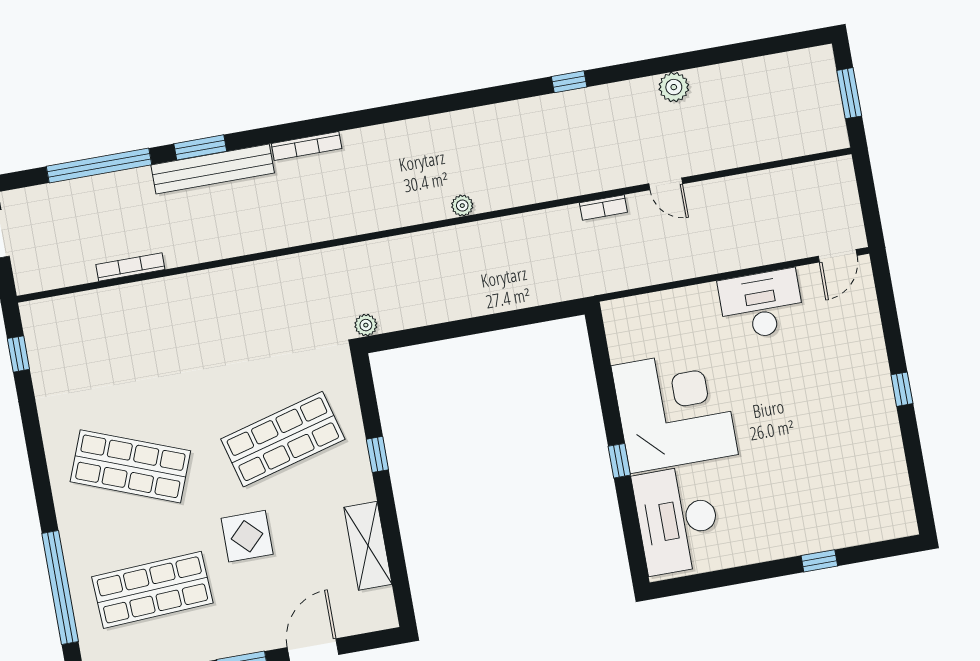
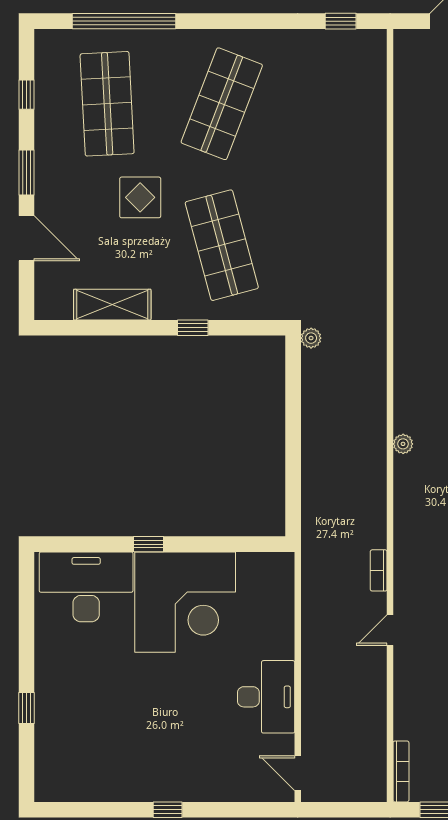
bookcase: (130, 267) -> (401, 771), moved

